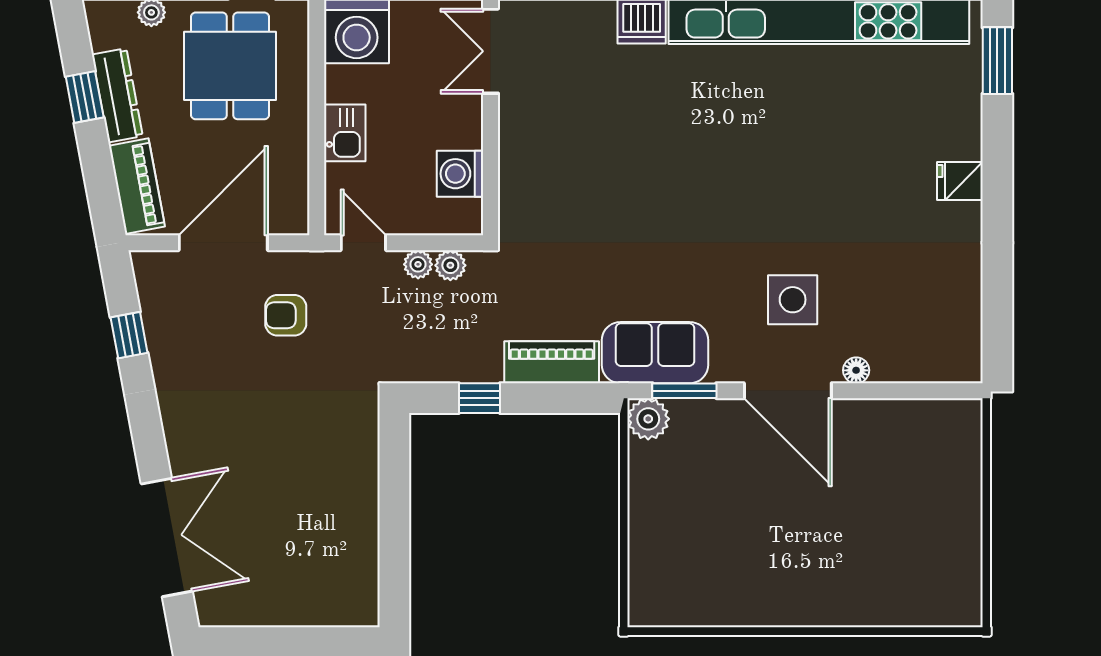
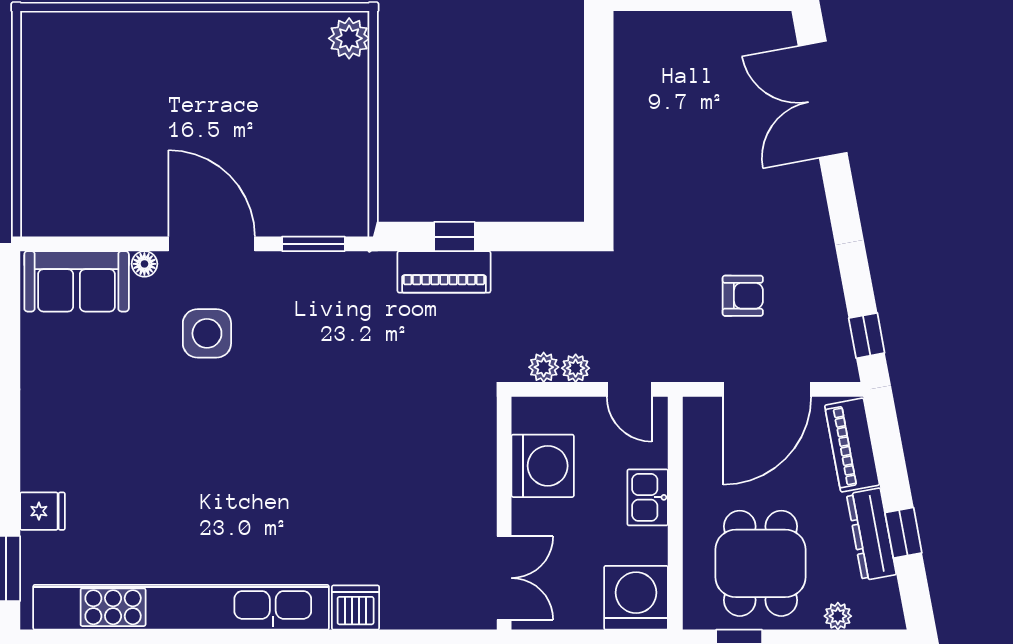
washing machine: (460, 174) -> (543, 466), width x1.37, depth x1.37
fridge: (960, 181) -> (42, 511), moved
armchair: (286, 315) -> (743, 296), moved
window: (129, 335) -> (867, 336), moved
sofa: (655, 353) -> (77, 281), moved
window: (479, 398) -> (454, 237), moved
plant: (648, 419) -> (349, 38), moved

